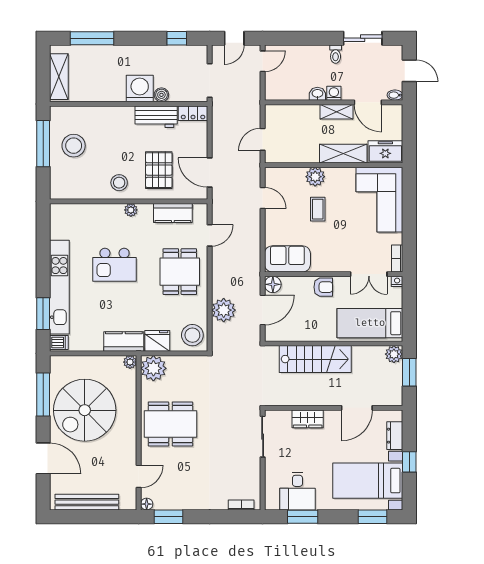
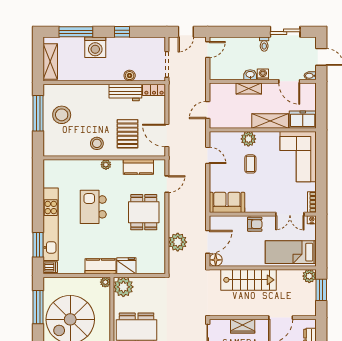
window: (177, 38) -> (122, 32), moved
washing machine: (140, 89) -> (95, 47), moved, turned 180
shelving: (336, 112) -> (249, 89), moved
kitchen island: (115, 265) -> (93, 207), turned 90
floor lamp: (273, 284) -> (216, 260), moved
stool: (192, 335) -> (154, 261), removed

